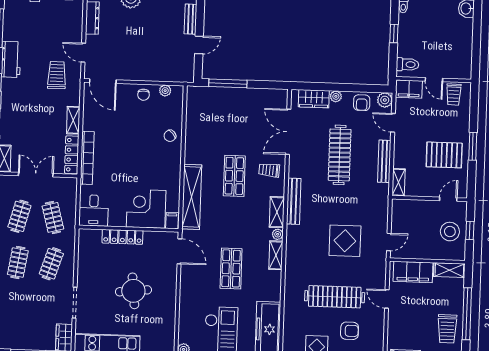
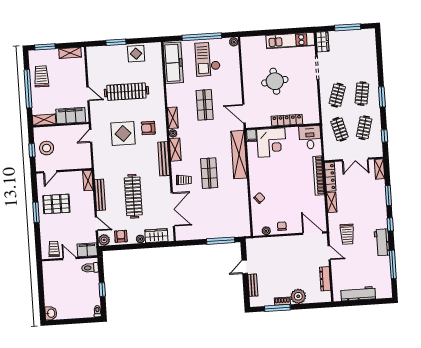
armchair: (350, 331) -> (148, 128), moved

